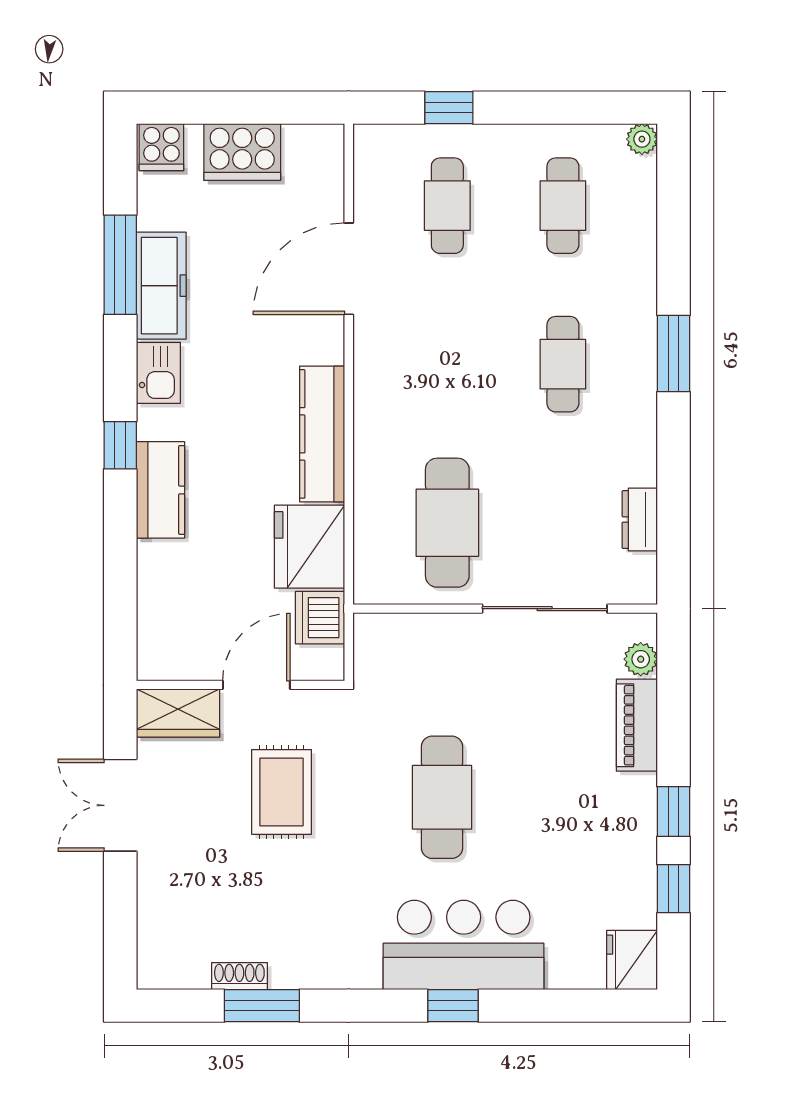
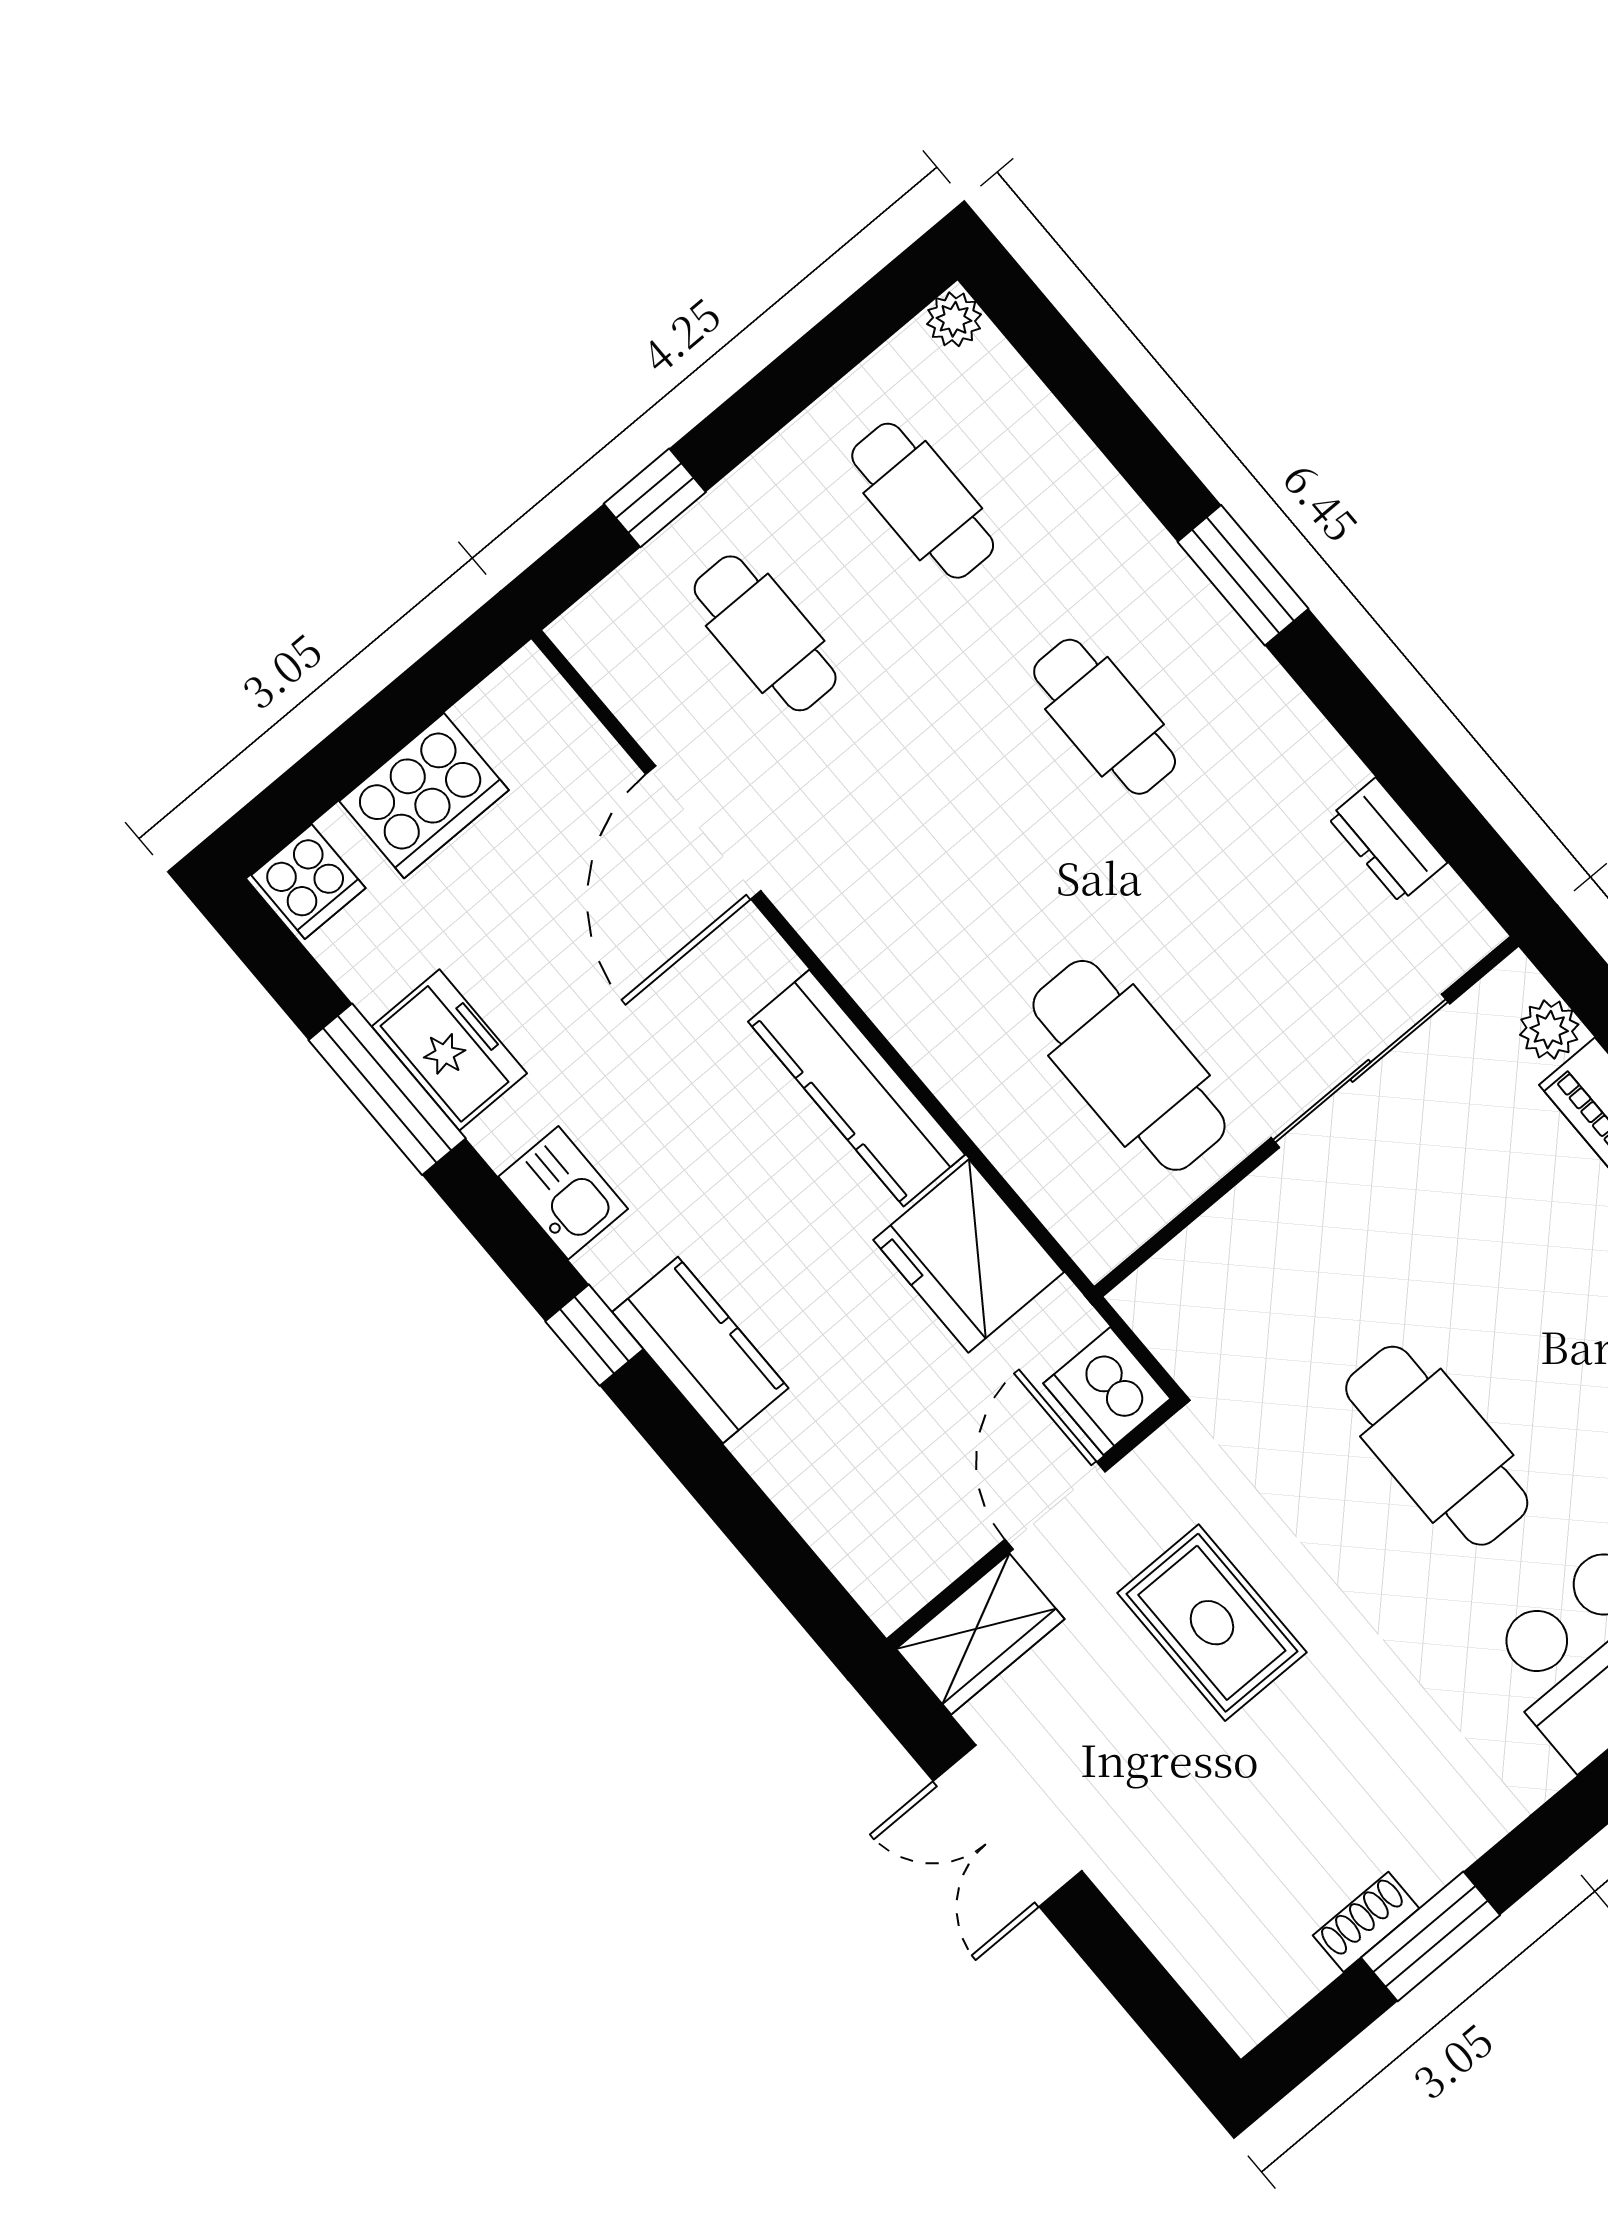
freezer: (161, 286) -> (449, 1050), width x0.71
dishwasher: (320, 618) -> (1107, 1391), moved

